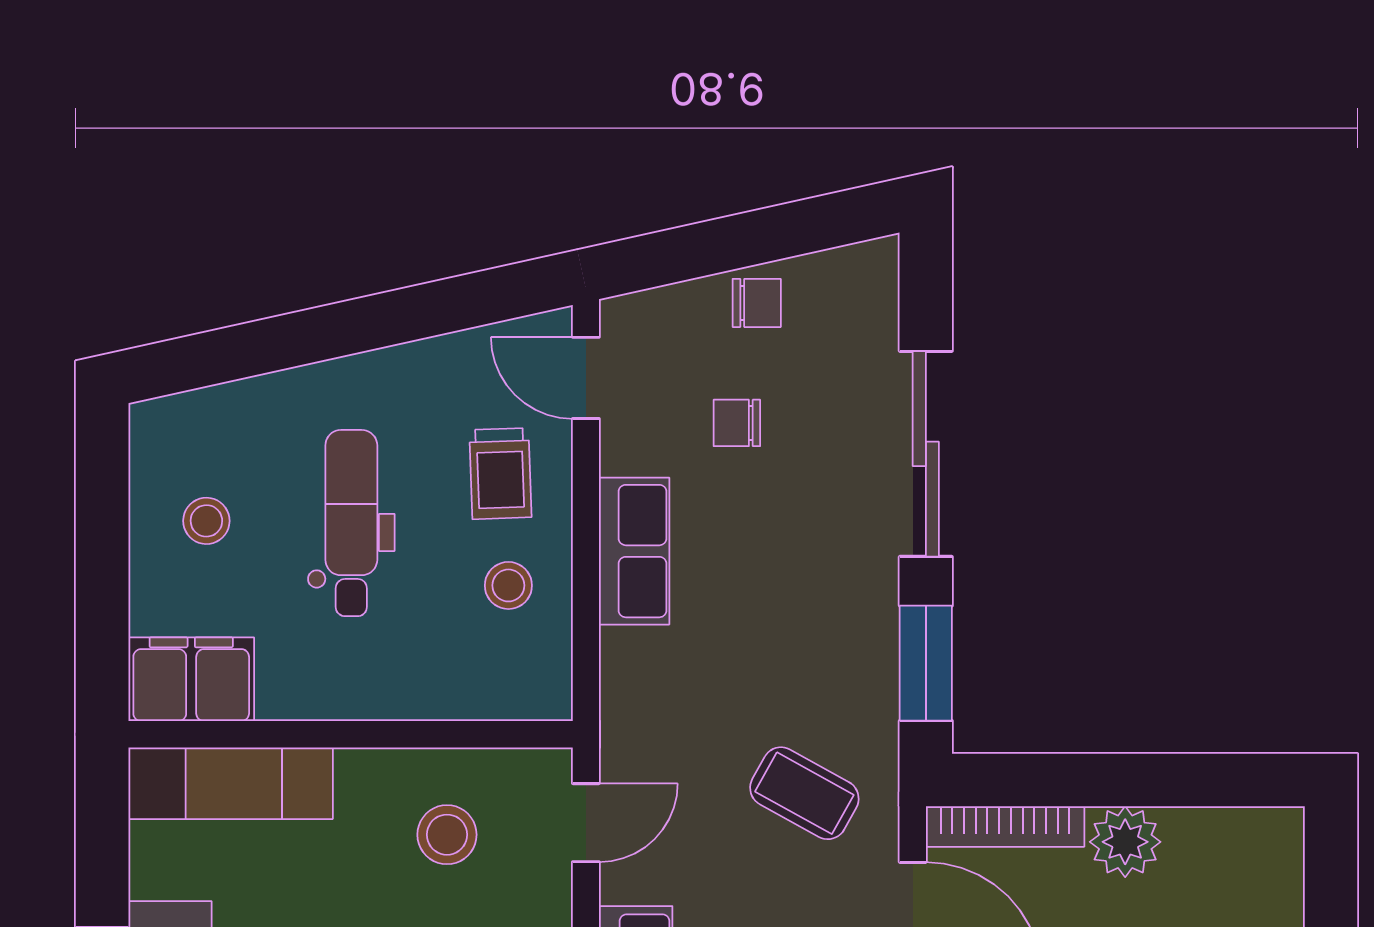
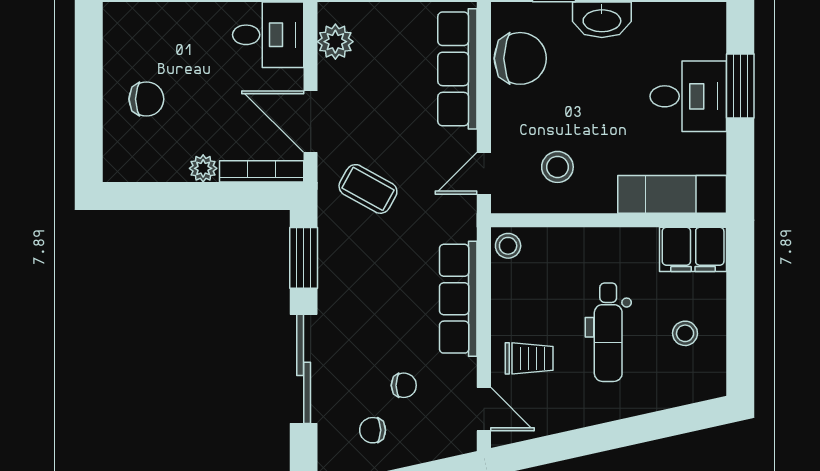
chair: (757, 303) -> (373, 430), moved
trolley: (500, 474) -> (529, 358), turned 92
row of seats: (634, 551) -> (458, 299), width x1.48
stool: (508, 585) -> (508, 246), moved
plant: (1125, 842) -> (203, 168), width x0.73, depth x0.73

